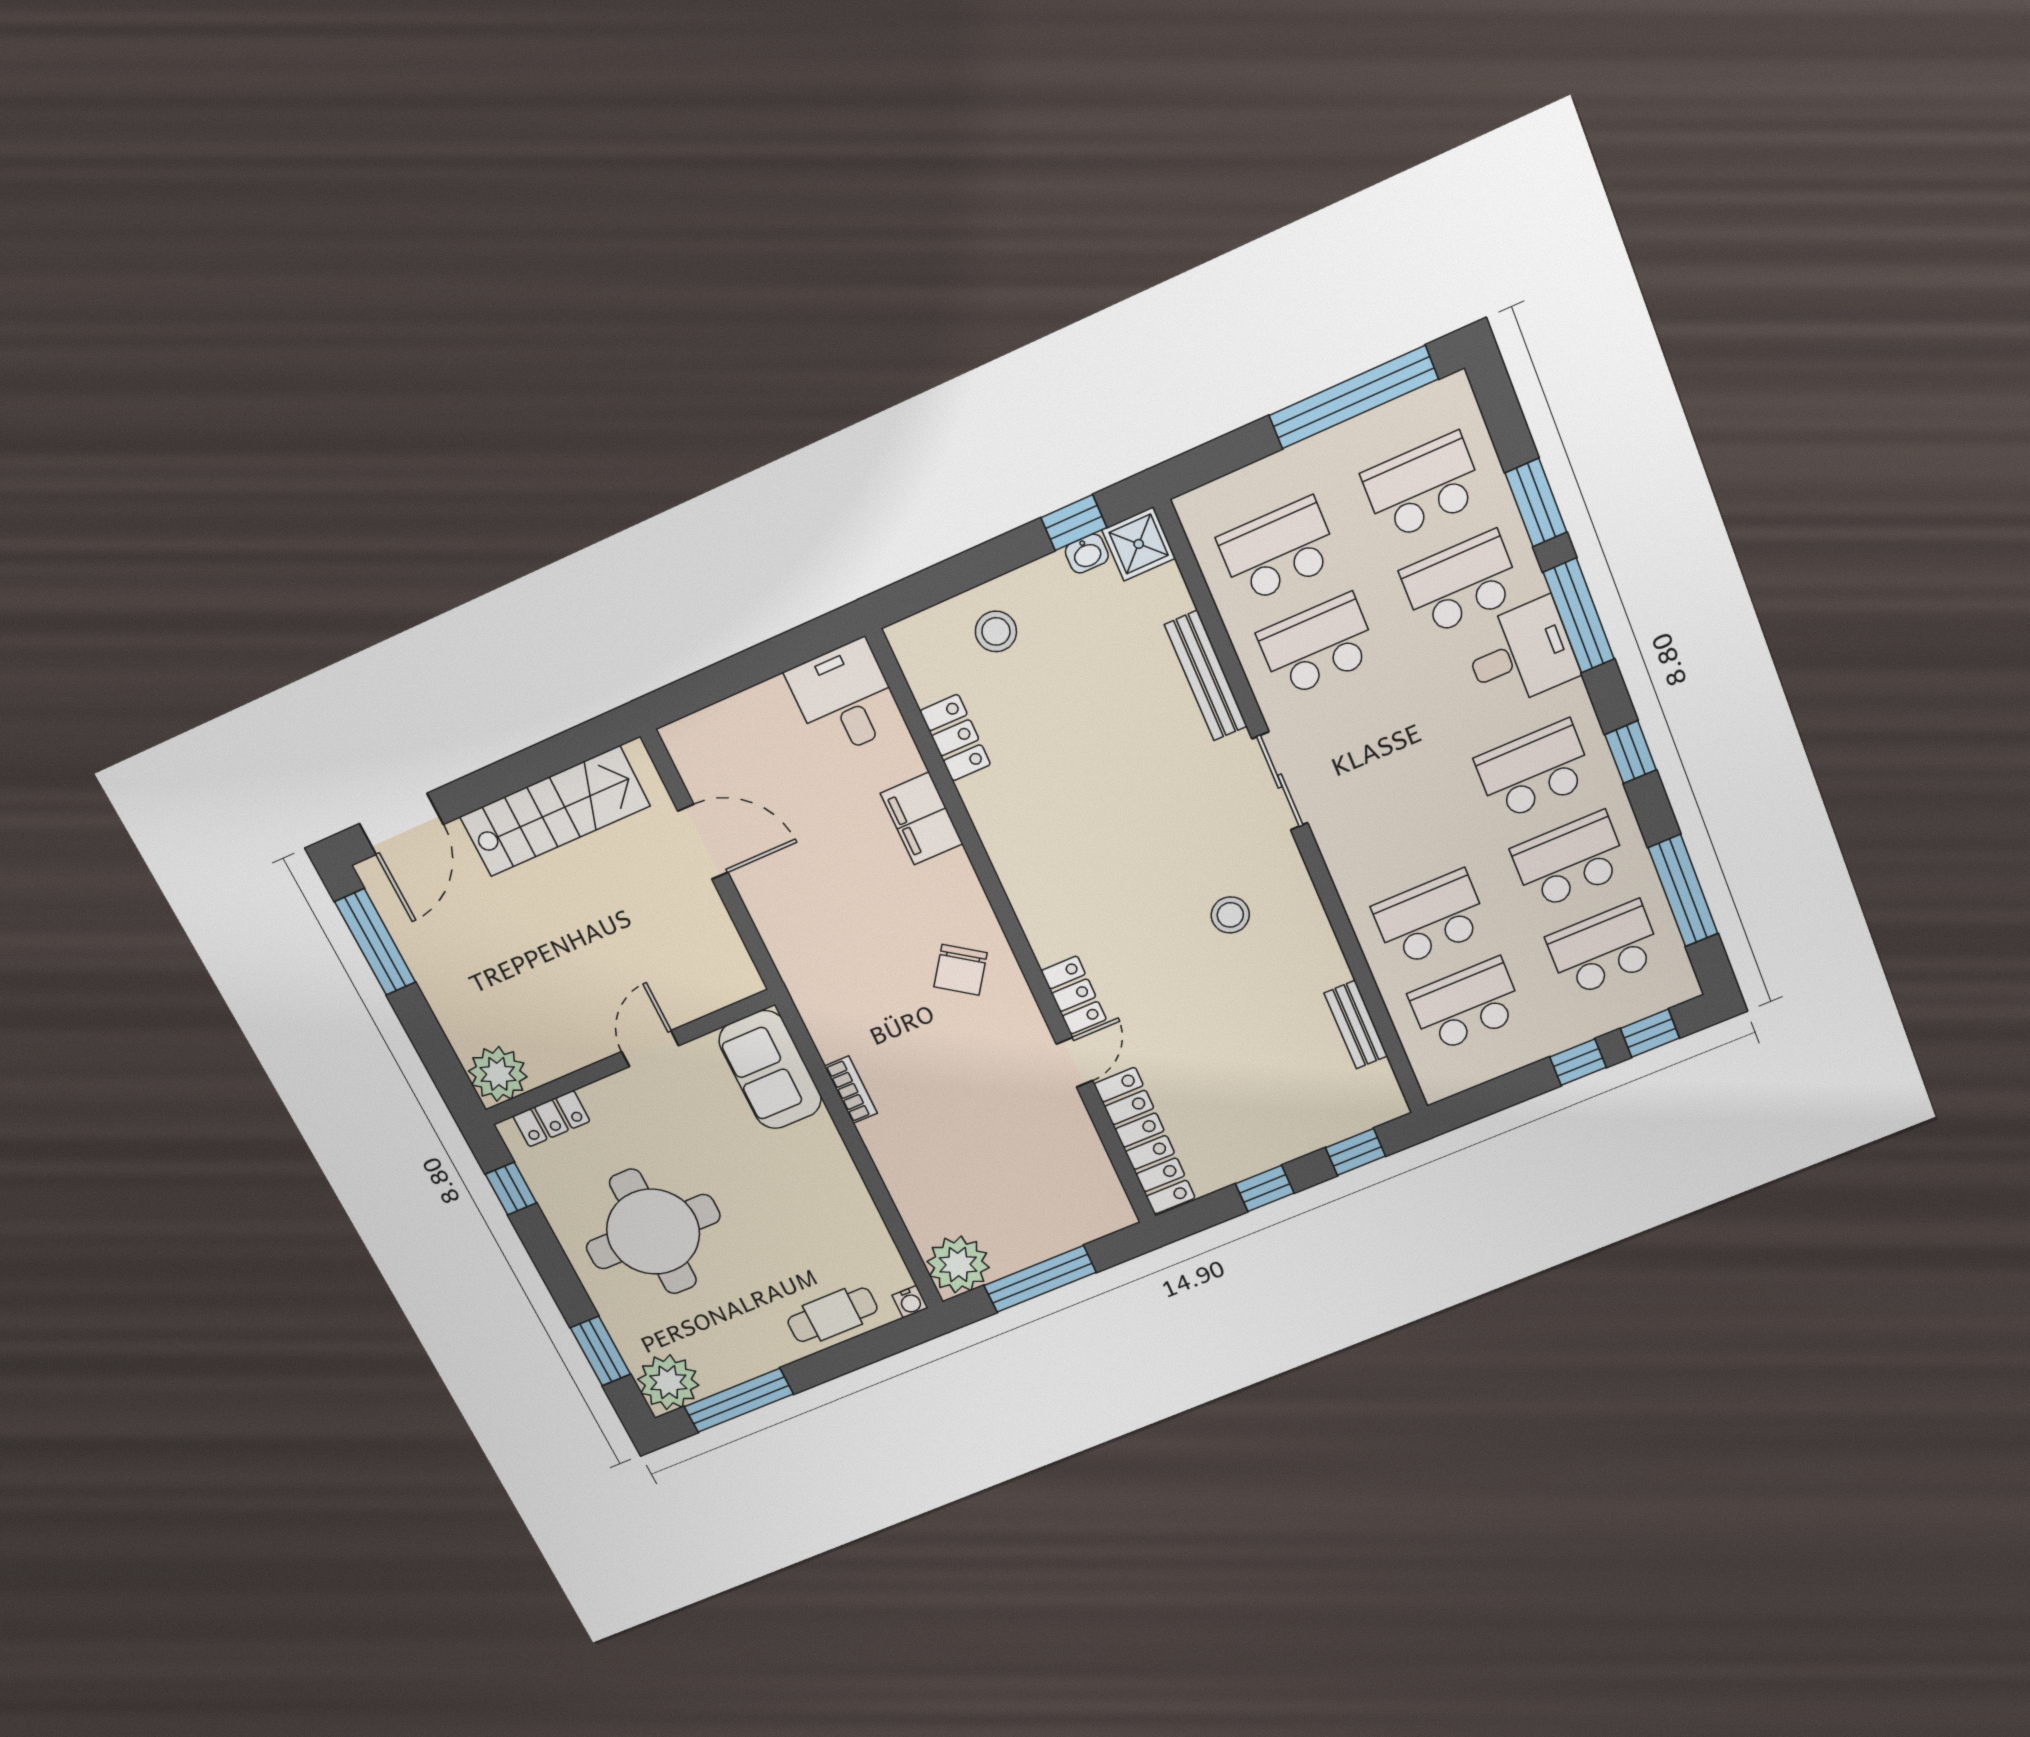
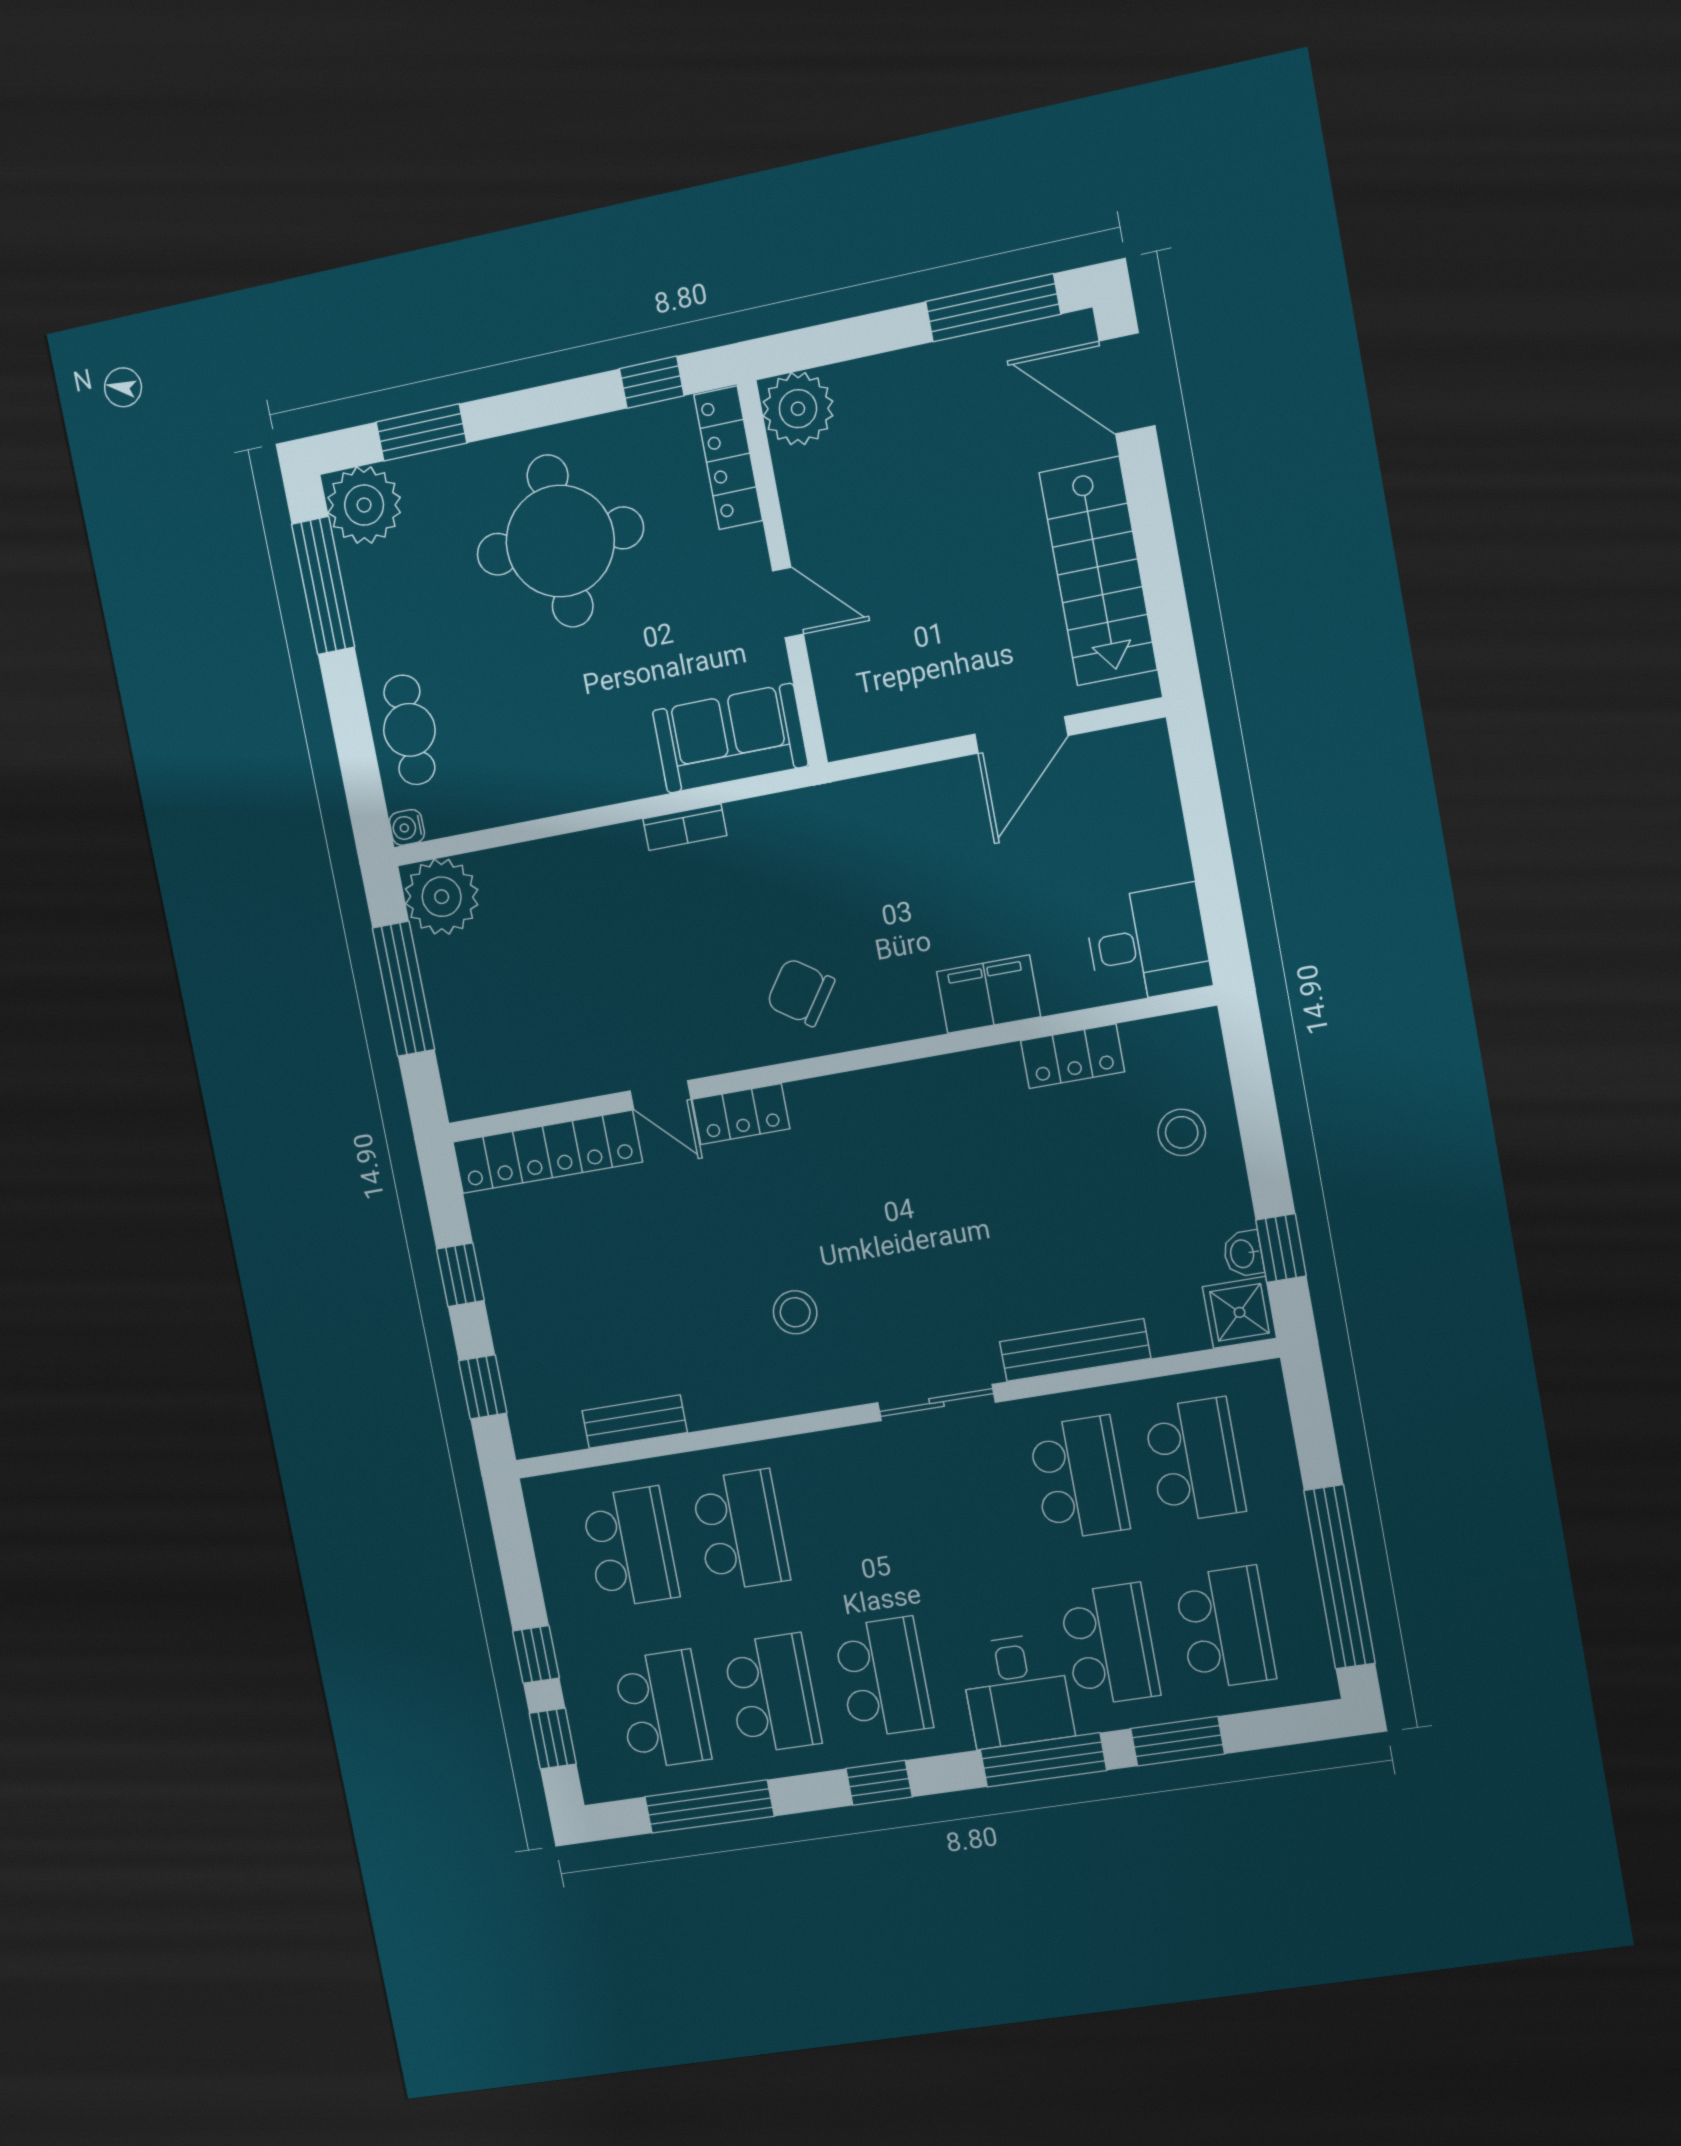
locker: (551, 1119) -> (728, 458), width x1.53

